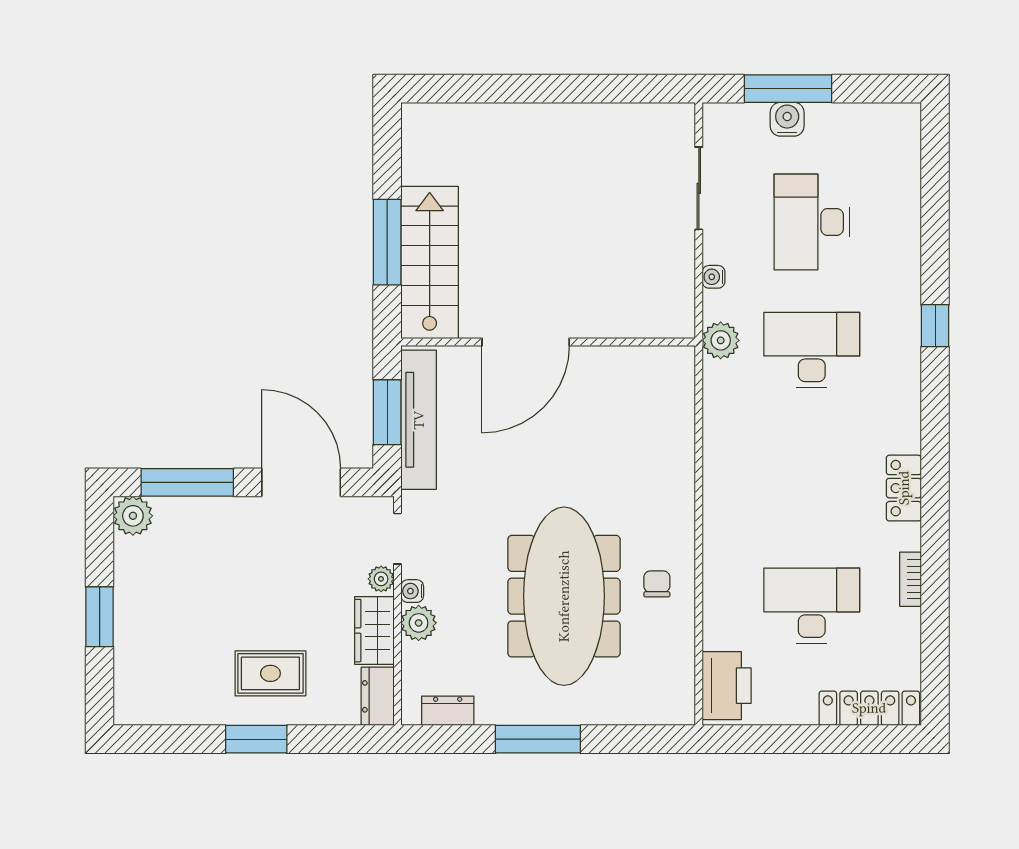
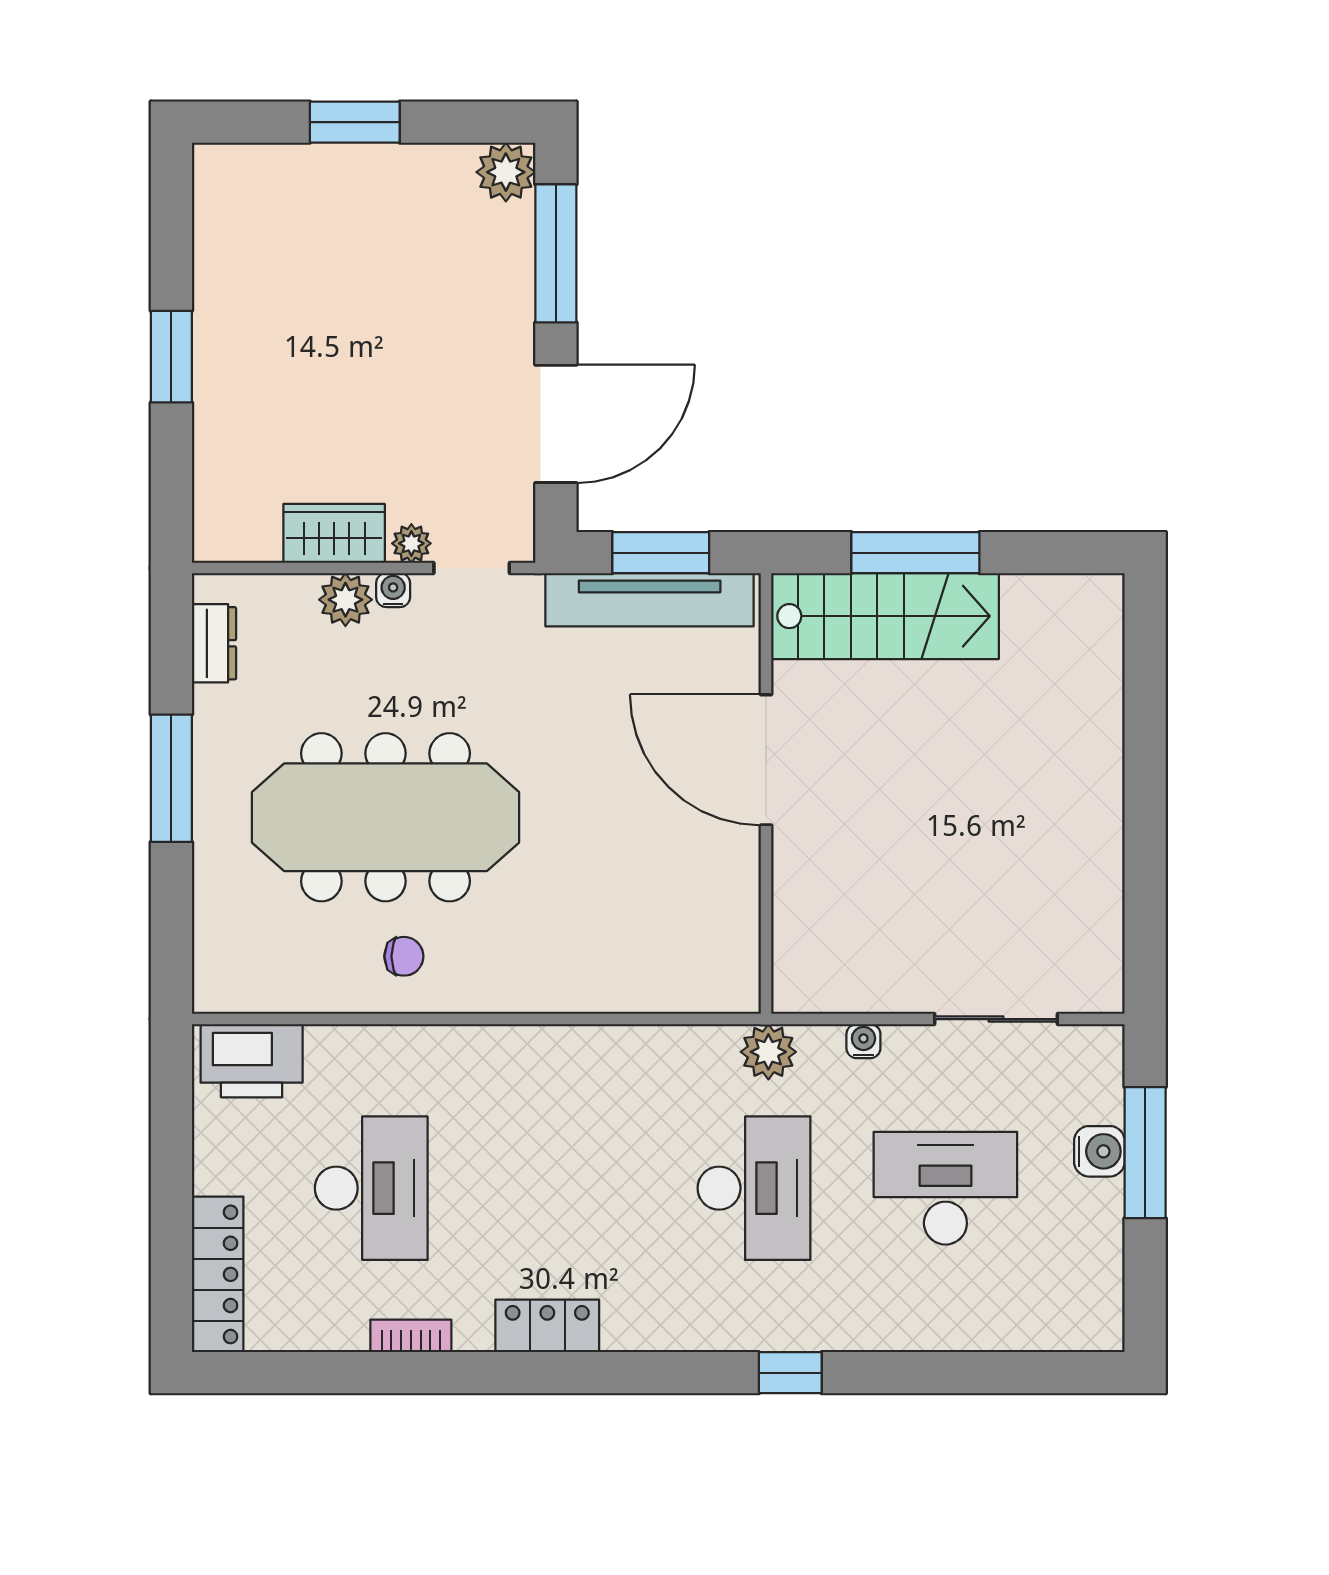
rug: (270, 673) -> (270, 378), removed
dresser: (378, 696) -> (236, 538), removed

